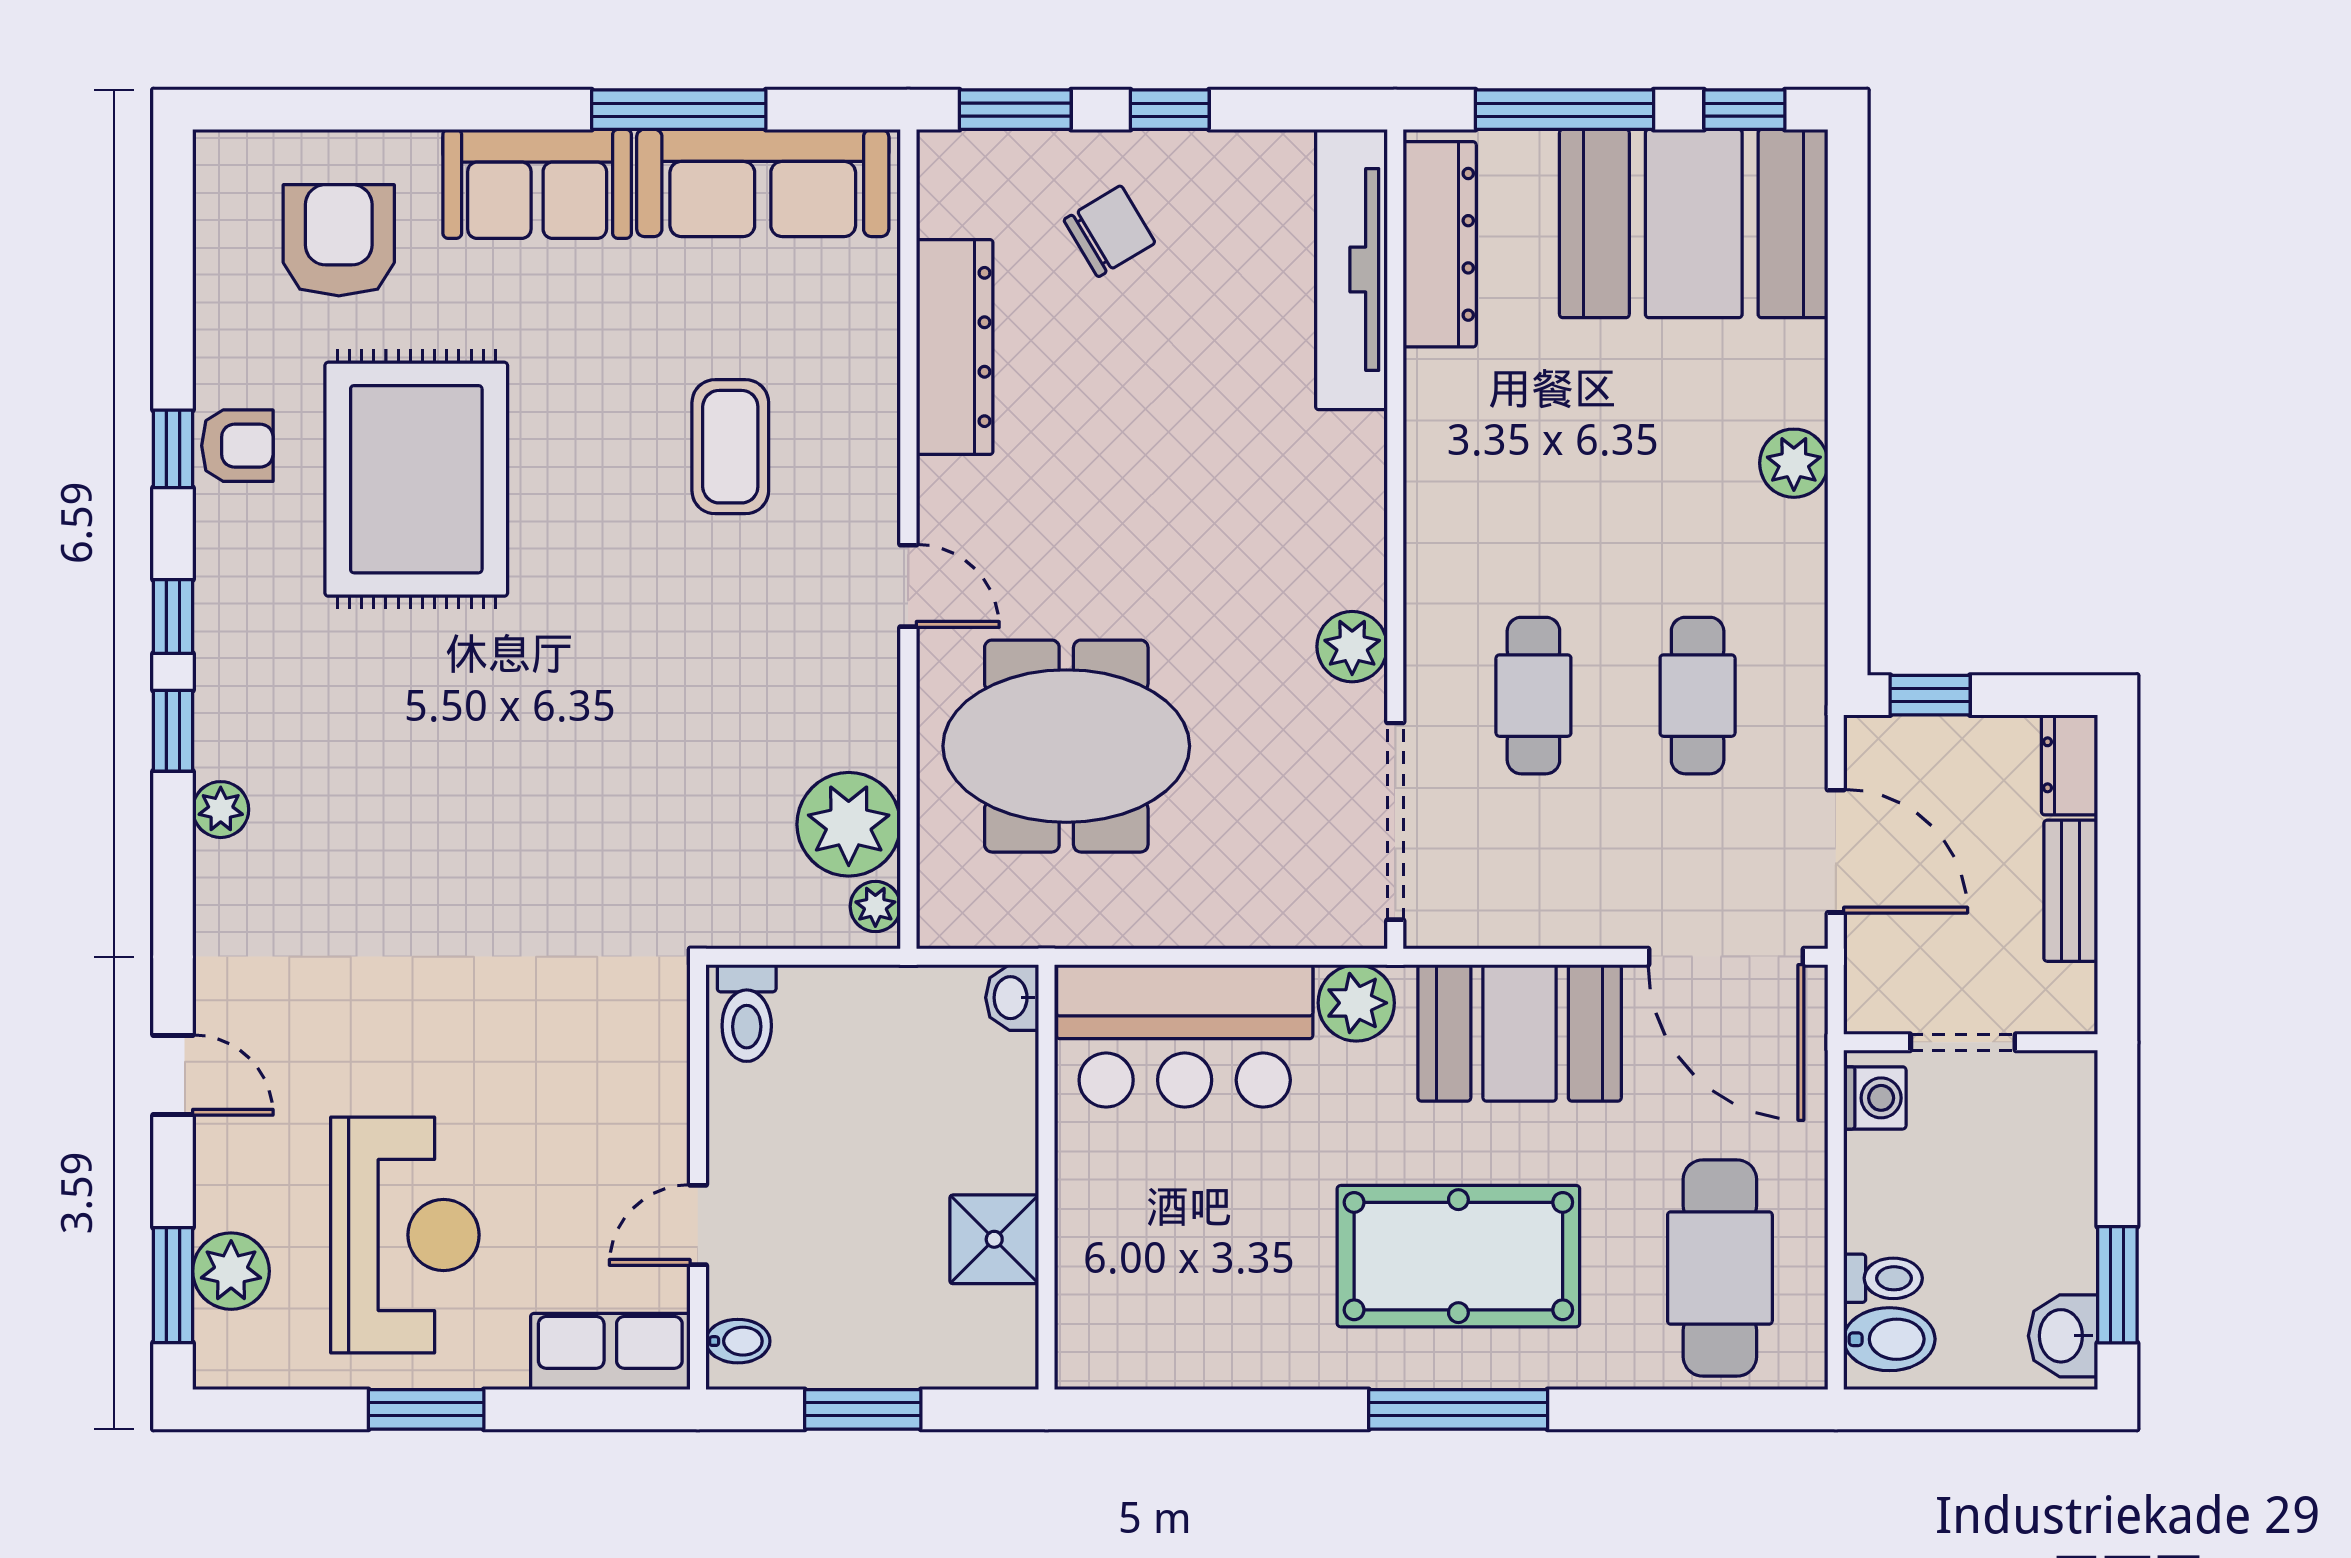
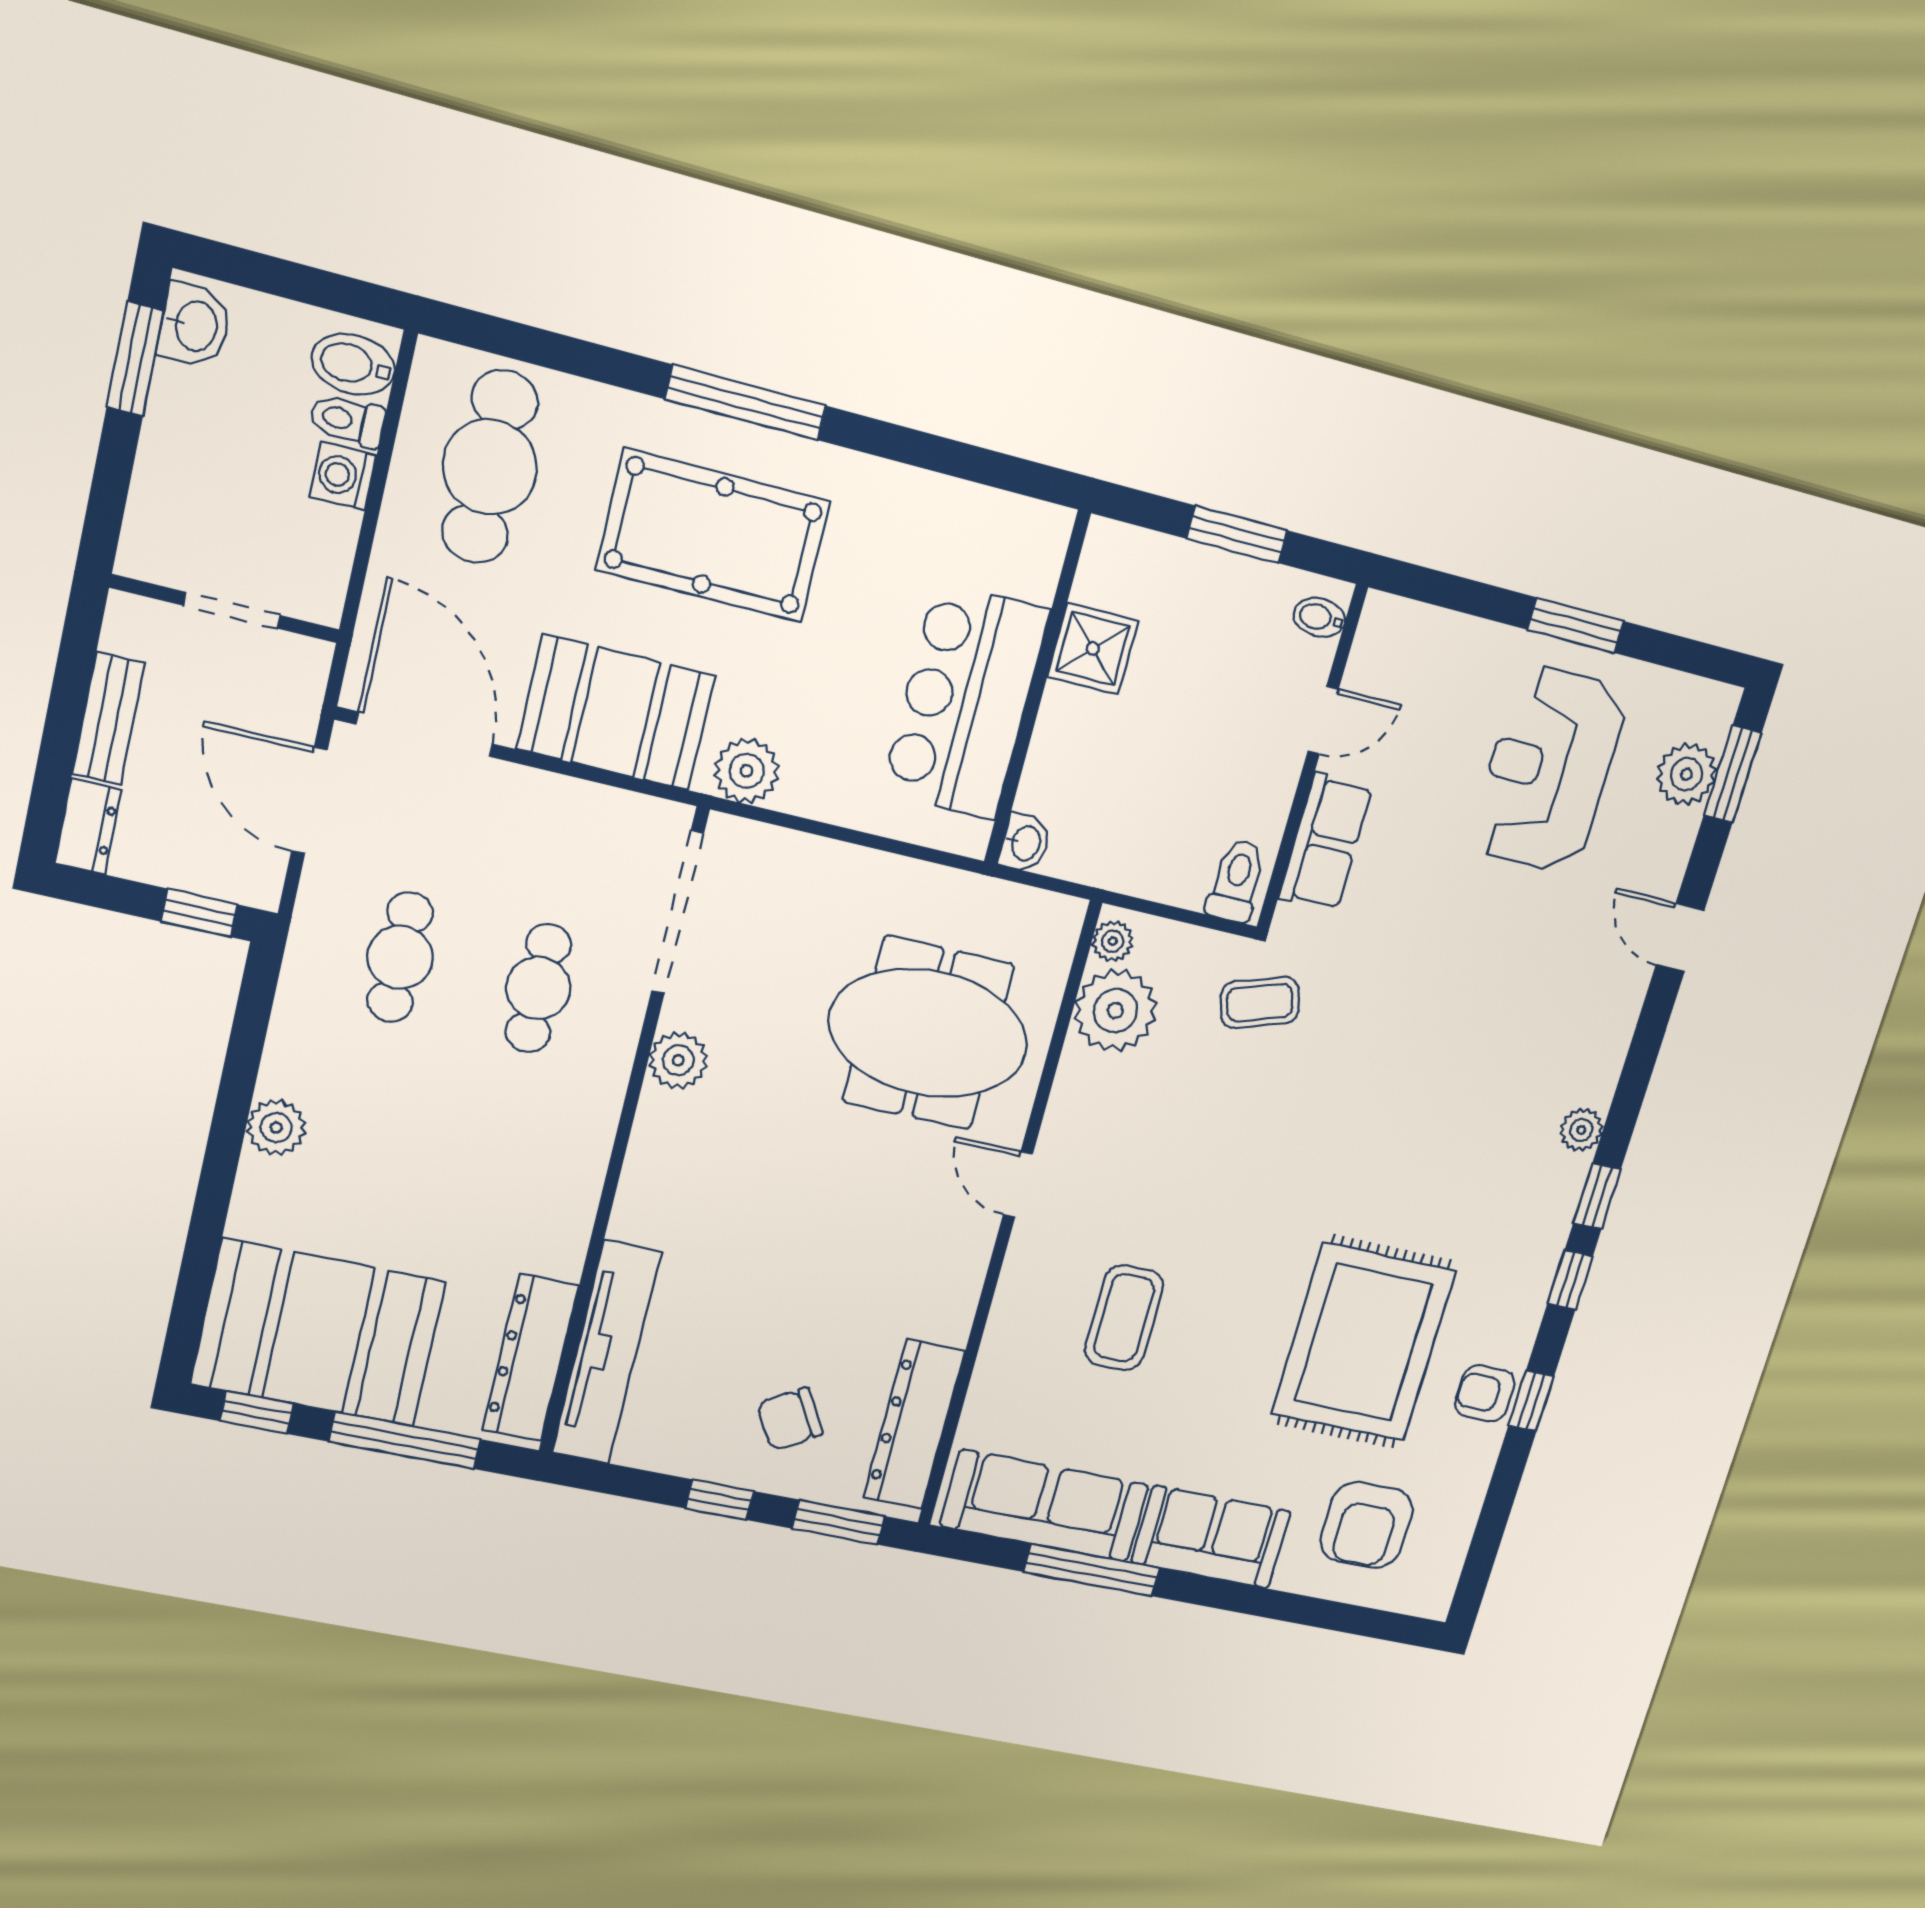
dresser: (955, 347) -> (914, 1424), moved
coffee table: (675, 874) -> (1260, 1003), added
bar counter: (1185, 1036) -> (965, 702), moved, turned -90
washing machine: (1875, 1098) -> (343, 476), moved
row of seats: (610, 1352) -> (1326, 842), moved, turned -90

